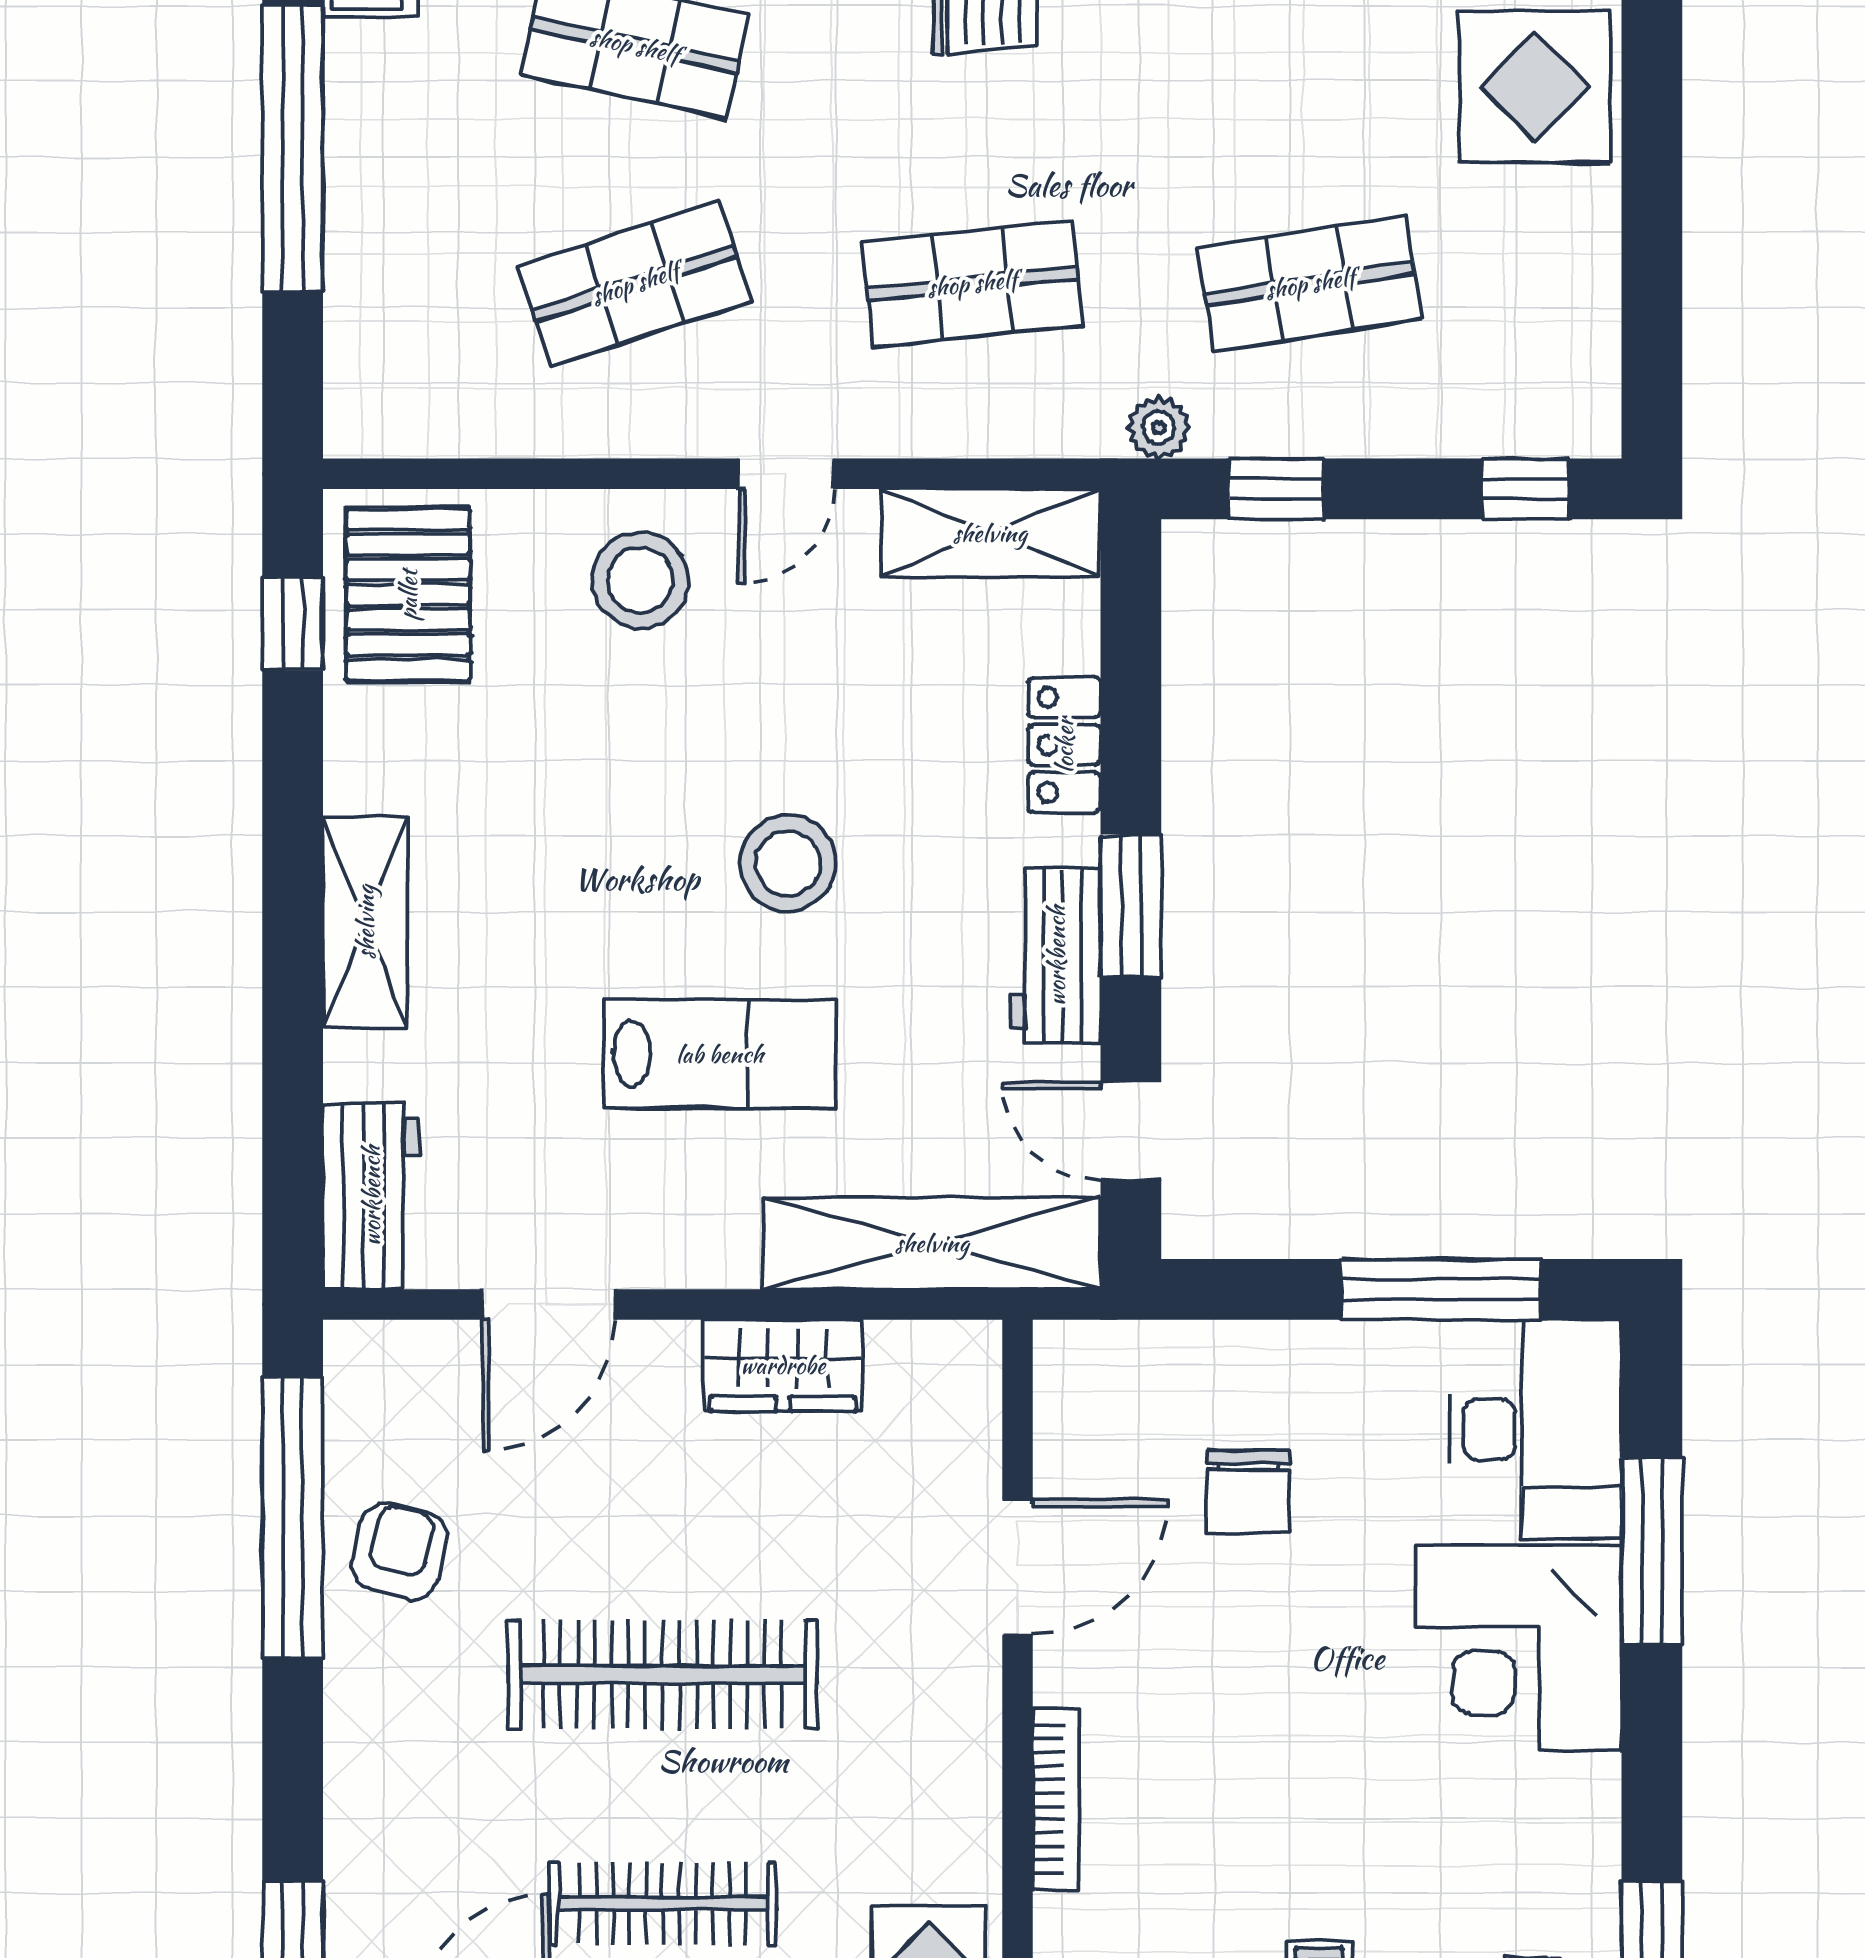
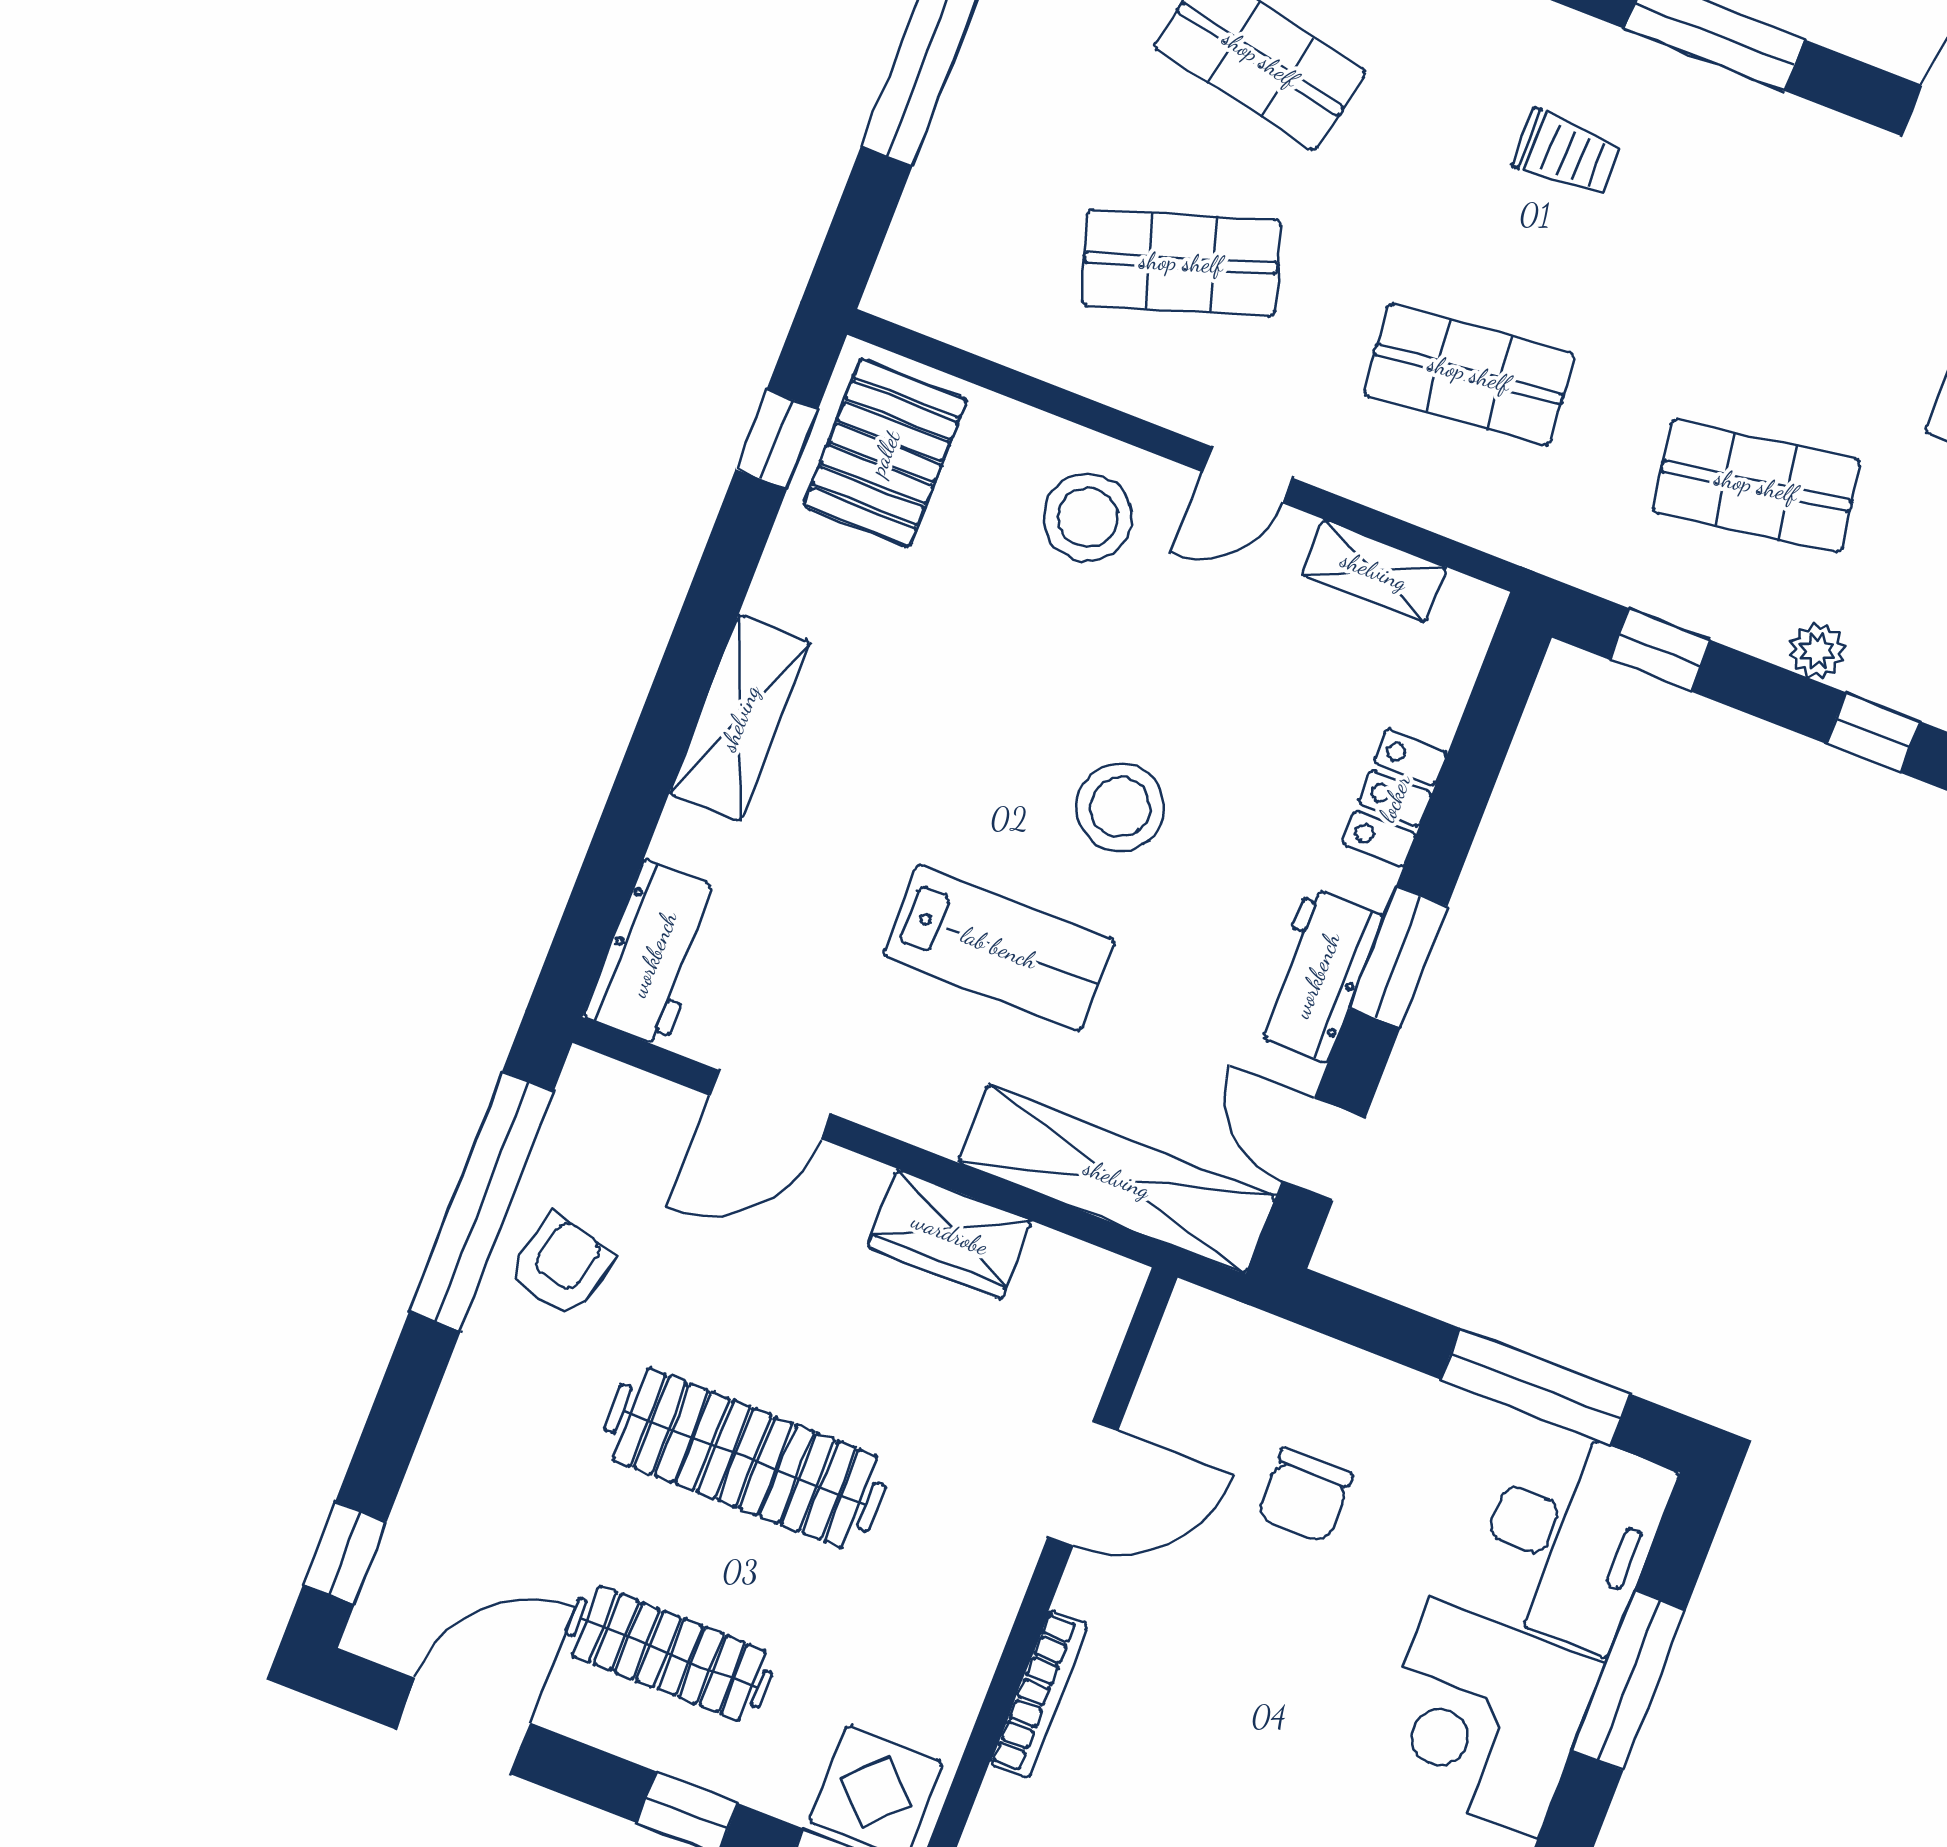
plant: (1159, 428) -> (1817, 651), moved
shelving: (990, 533) -> (1374, 571), width x0.67, depth x0.75

